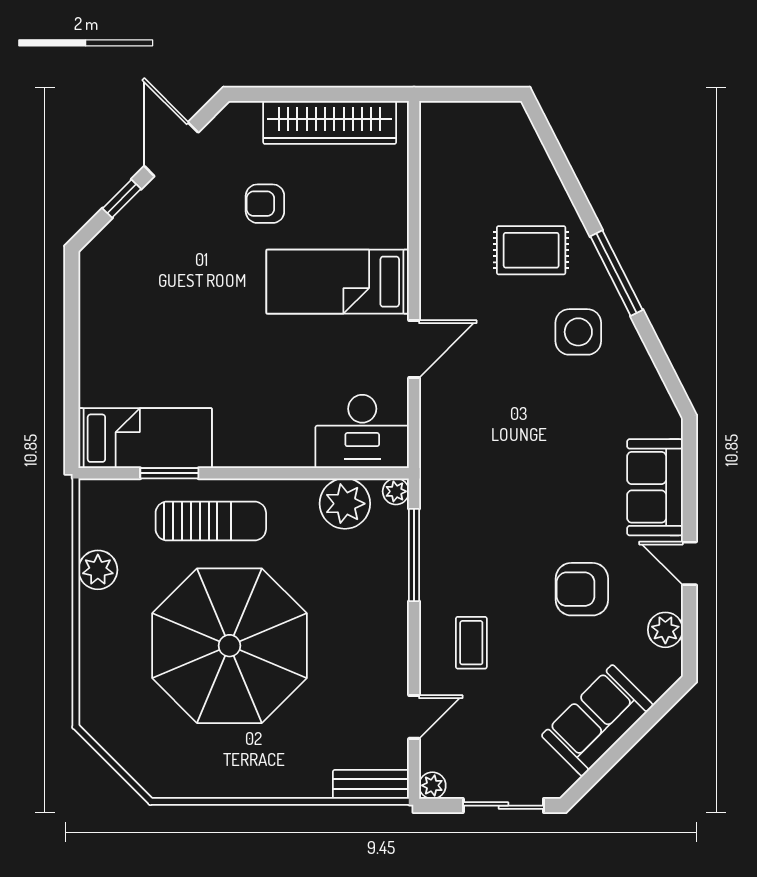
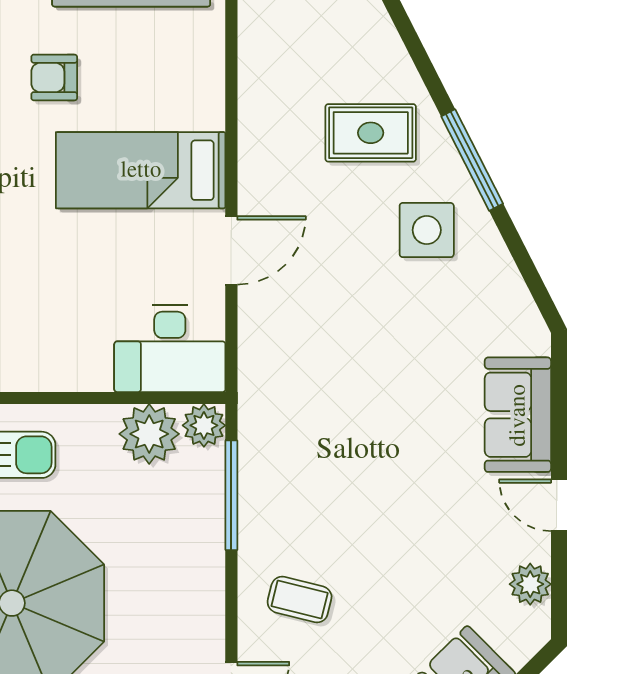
plant: (396, 491) -> (204, 425), width x1.38, depth x1.38
armchair: (582, 589) -> (431, 536), removed
coffee table: (471, 643) -> (300, 600), turned -76

